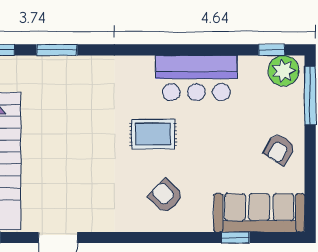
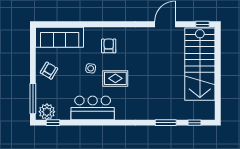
side table: (200, 153) -> (91, 68), added
armchair: (166, 196) -> (109, 46), turned -135
window: (235, 238) -> (72, 24), removed

